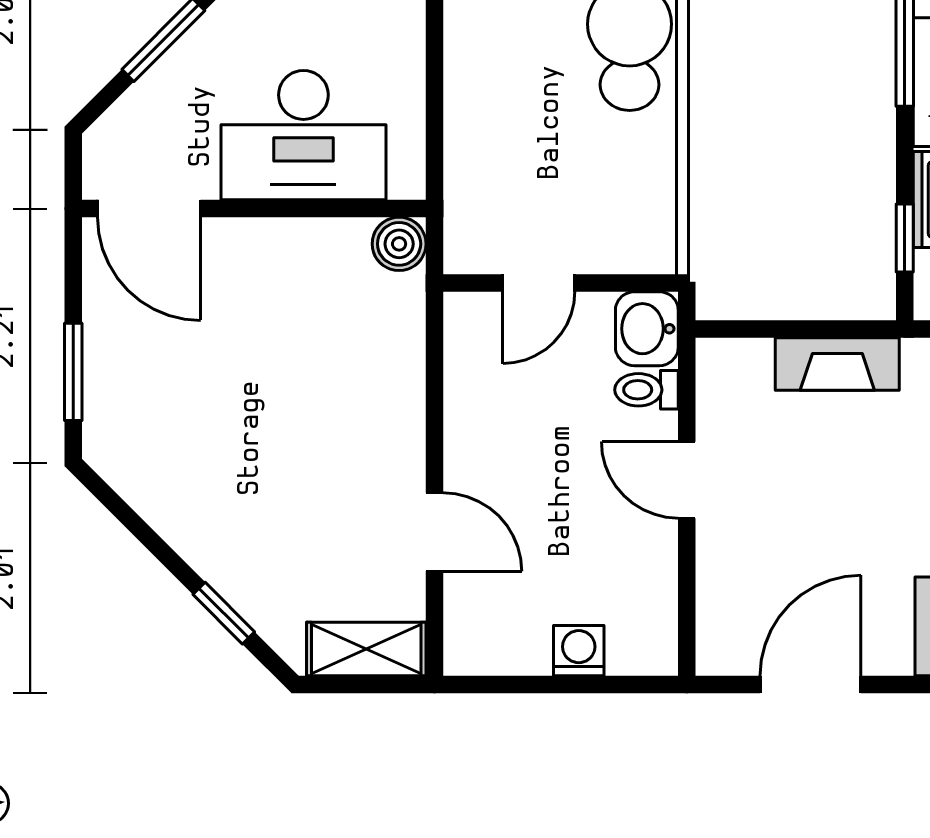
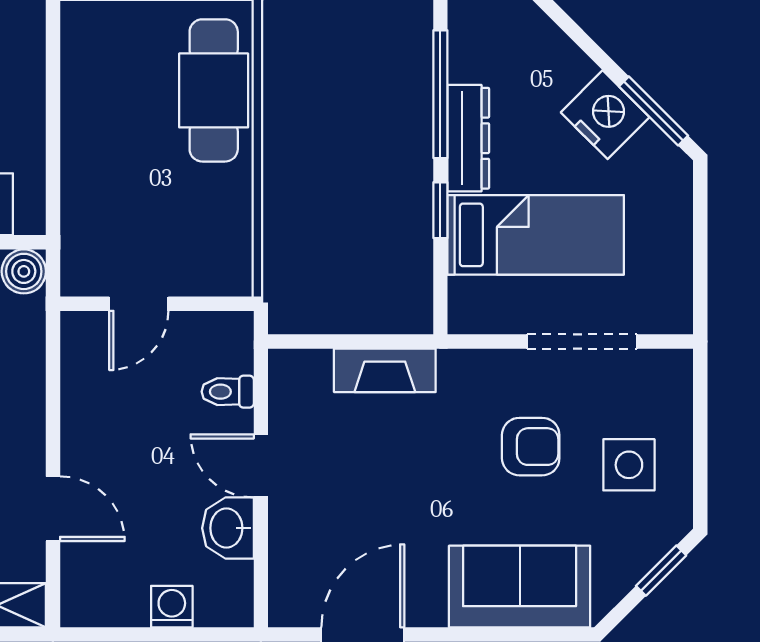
window: (905, 238) -> (440, 210), moved
washbasin: (647, 329) -> (228, 528), moved

